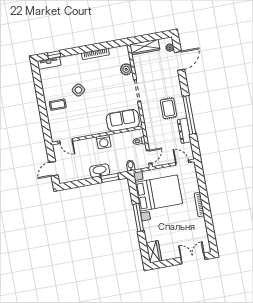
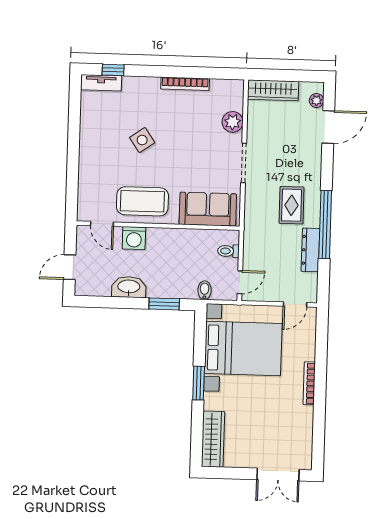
coffee table: (58, 105) -> (142, 201), moved, width x1.86, depth x1.72
washing machine: (104, 142) -> (134, 238), moved
door: (182, 163) -> (295, 304), swing flipped
washbasin: (100, 171) -> (129, 287), moved
window: (138, 217) -> (199, 383), width x0.69
wardrobe: (154, 252) -> (213, 439), width x1.50
double door: (193, 258) -> (278, 475), swing flipped

